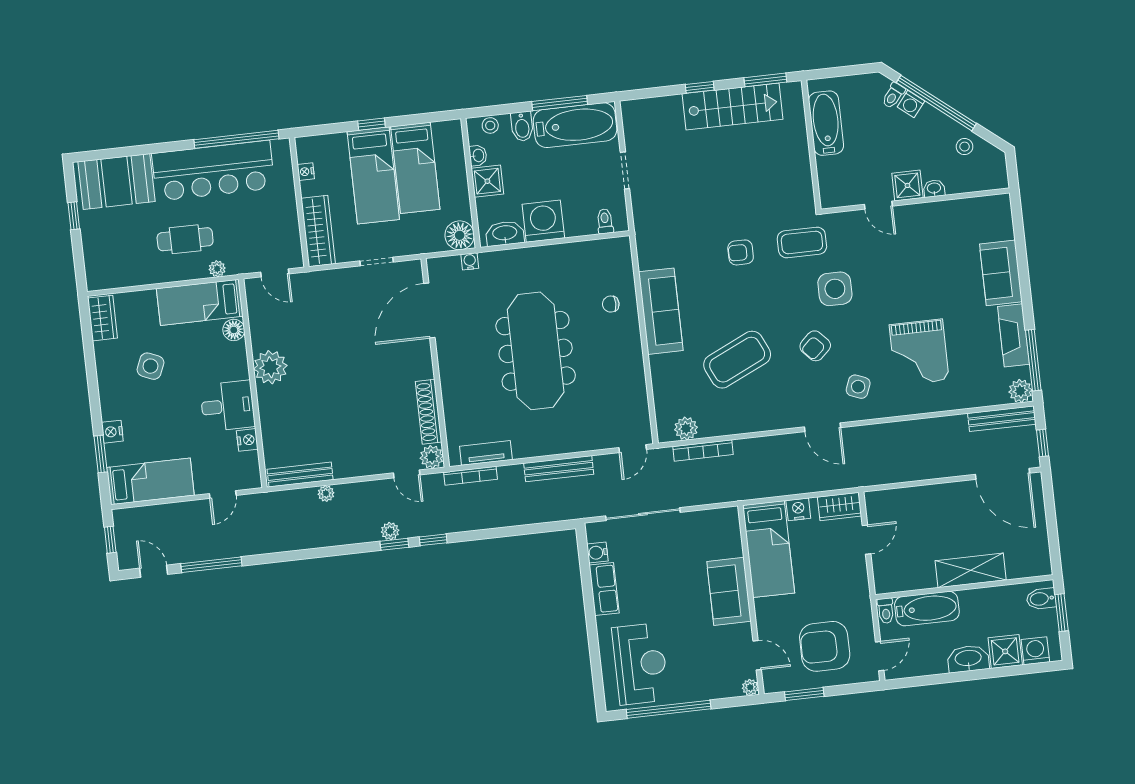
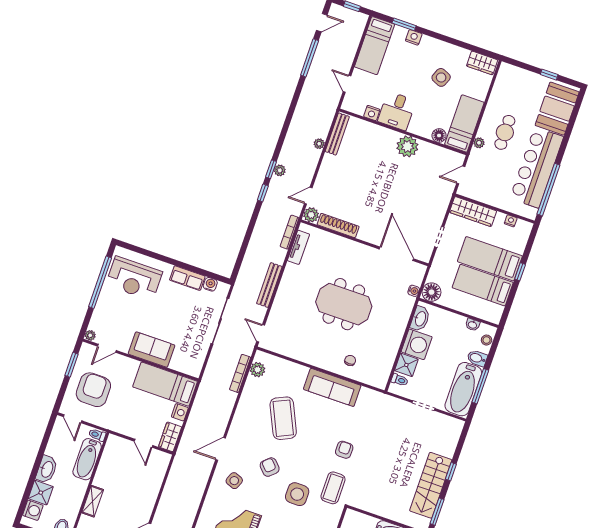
shower: (487, 181) -> (406, 365), moved
meeting table: (536, 351) -> (344, 304), width x0.73
shelving: (971, 570) -> (93, 501), width x0.67, depth x0.75

